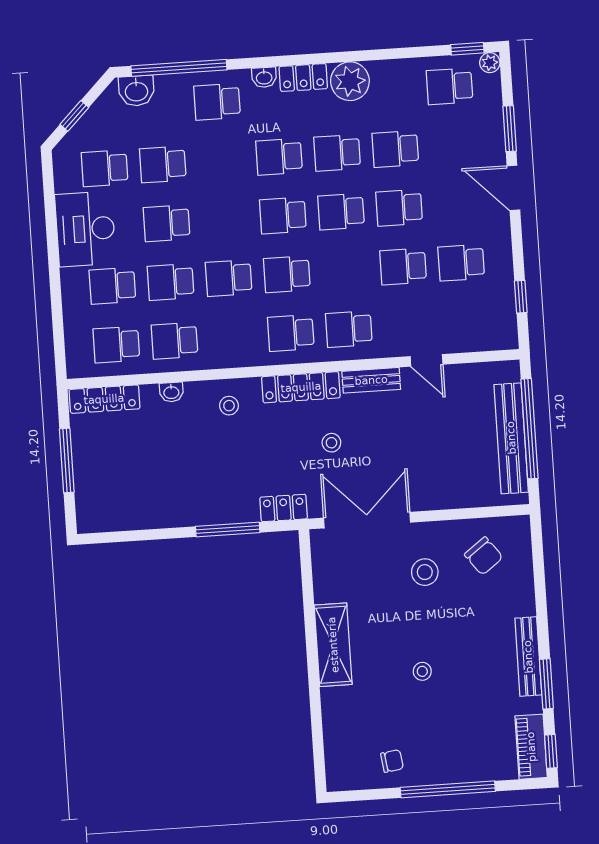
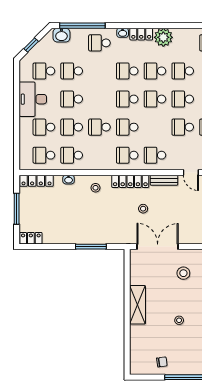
locker: (284, 508) -> (31, 238), moved

